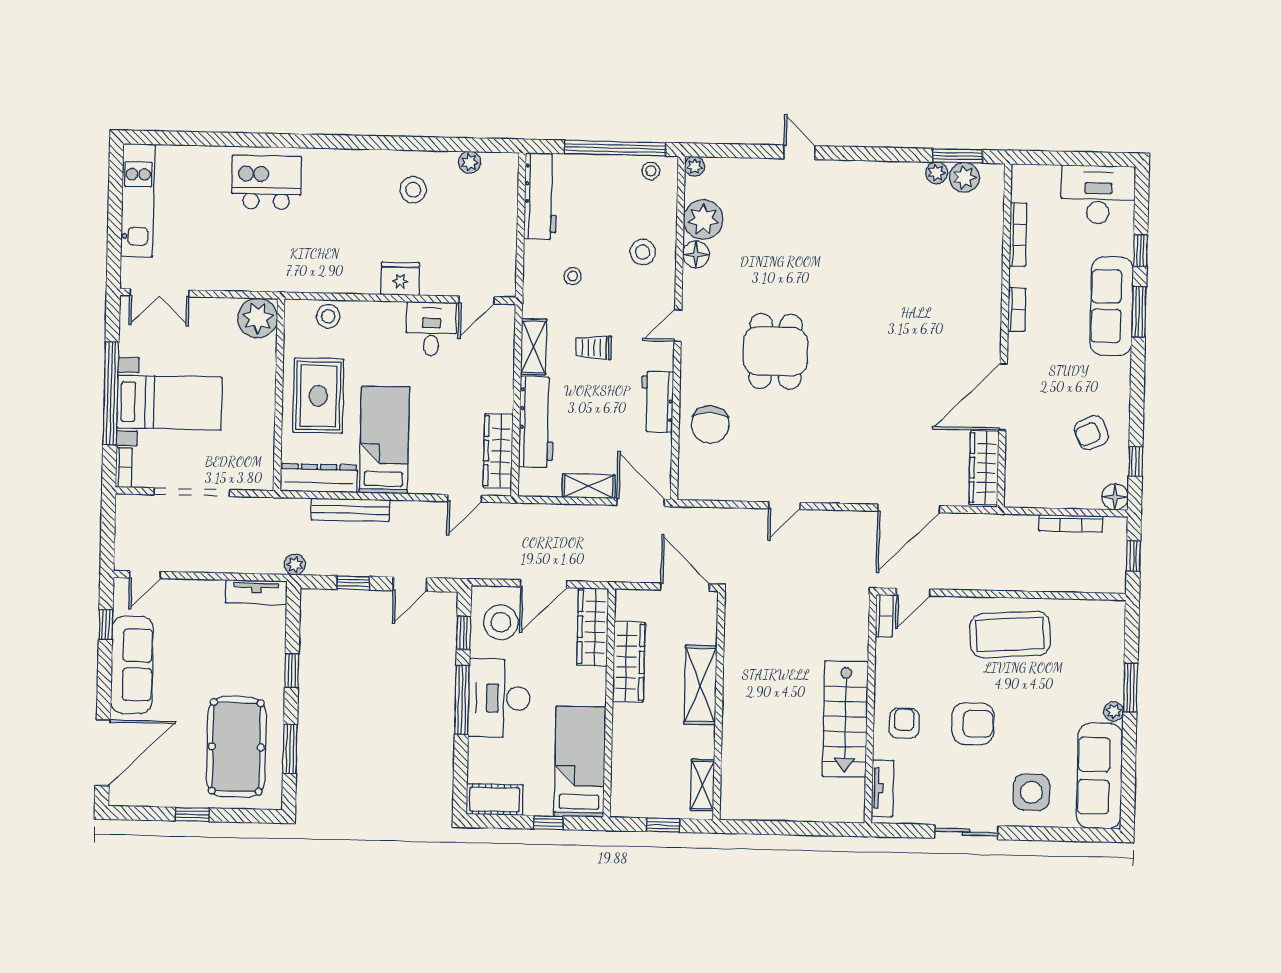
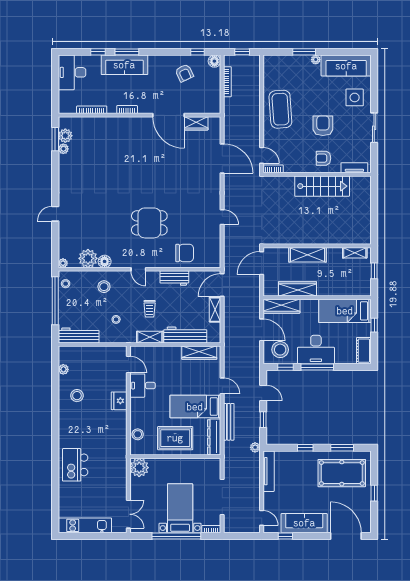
wardrobe: (984, 468) -> (196, 123), width x0.67
door: (465, 498) -> (222, 386), moved
tv unit: (256, 592) -> (269, 471), width x1.41

